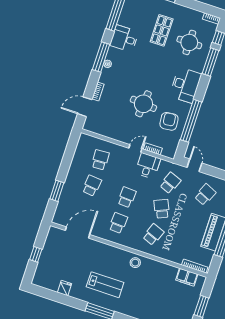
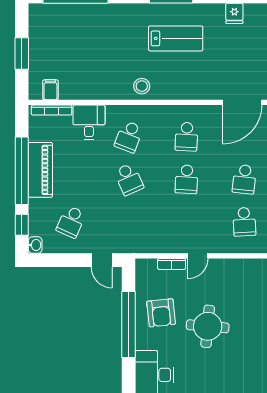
desk: (148, 166) -> (89, 122), moved, turned 180
school desk: (170, 183) -> (129, 222), removed
filing cabinet: (187, 277) -> (50, 90), width x0.50
lab bench: (105, 285) -> (176, 38), turned 180

